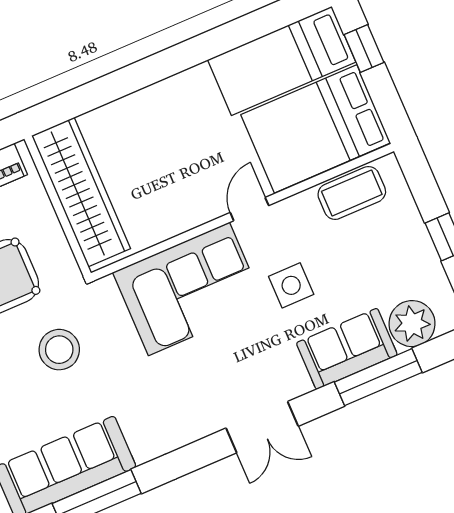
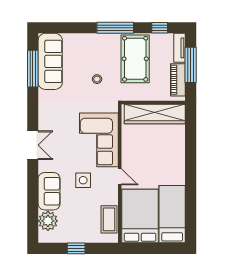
window: (364, 48) -> (163, 248), removed
stool: (59, 350) -> (97, 79), width x0.53, depth x0.53
window: (378, 377) -> (33, 199), removed
double door: (262, 427) -> (33, 145), swing flipped

